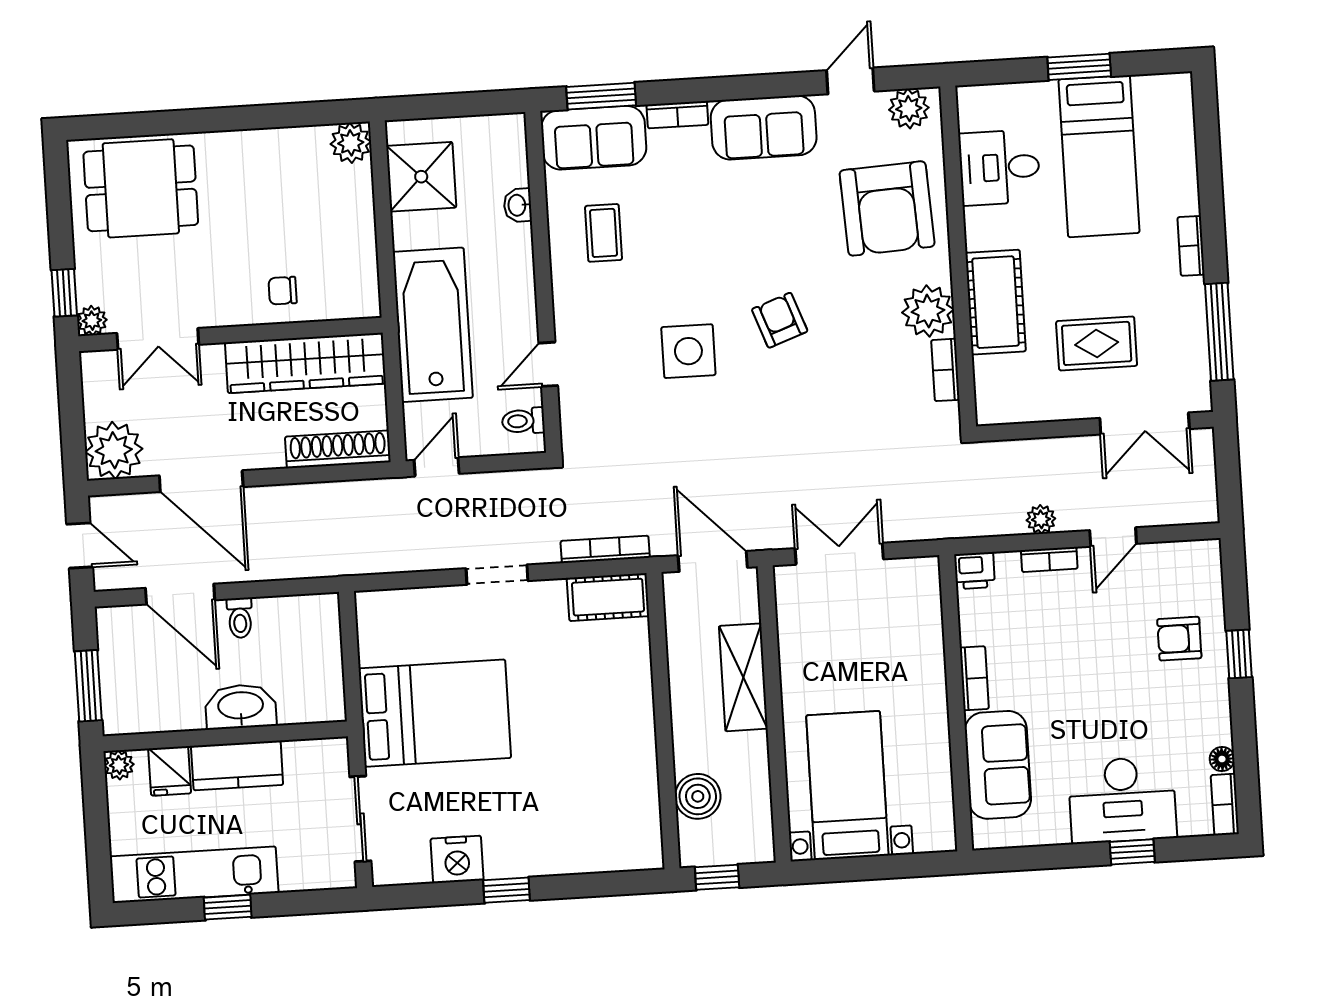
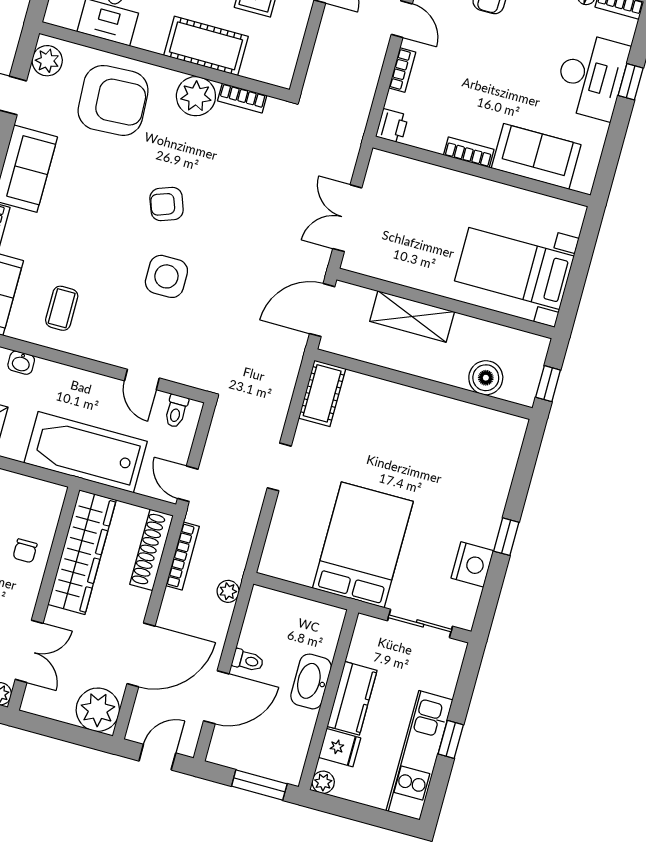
coffee table: (604, 233) -> (62, 308), turned 90
plant: (1041, 519) -> (228, 591), moved
bookcase: (605, 549) -> (183, 556), moved, turned 180

